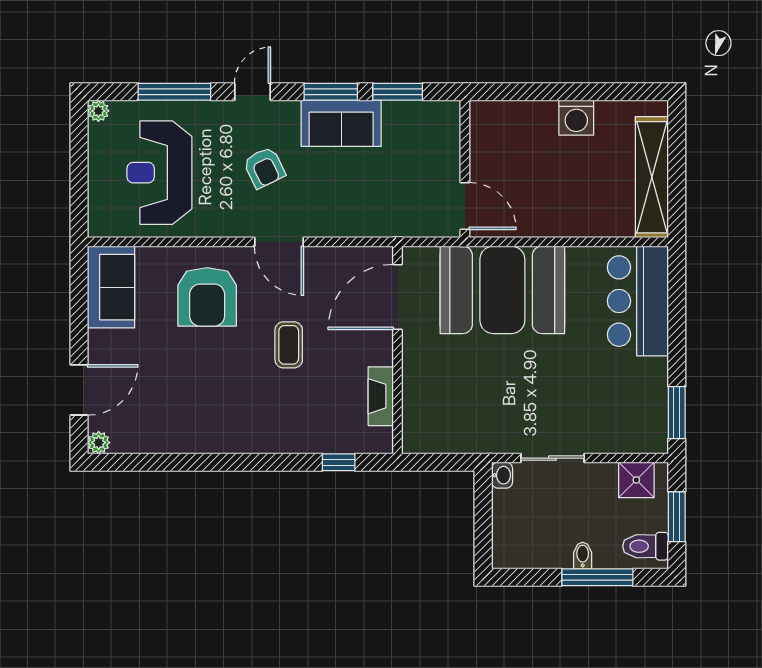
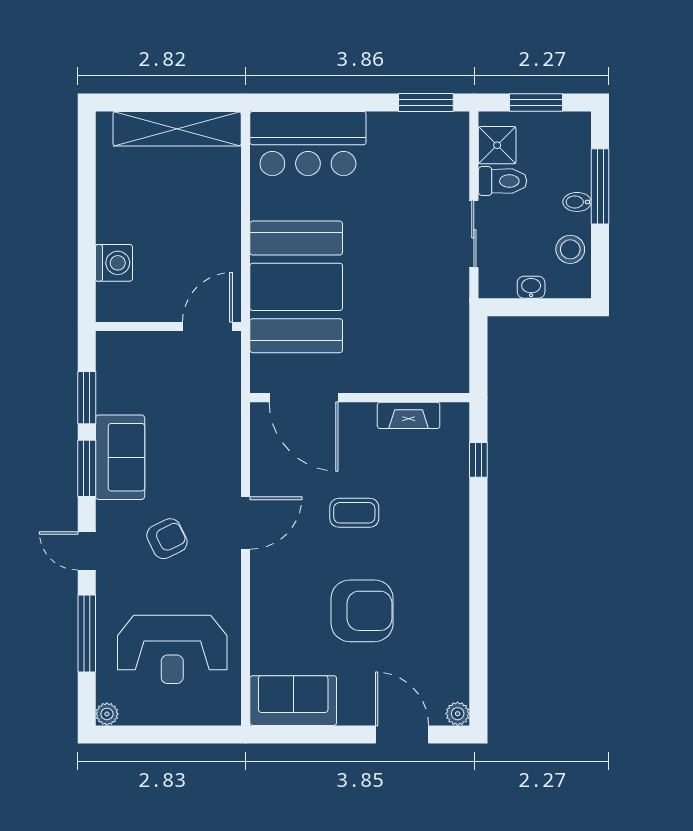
washing machine: (576, 118) -> (114, 263), moved
armchair: (207, 297) -> (362, 611), moved
washbasin: (502, 475) -> (531, 287), moved
toilet: (646, 546) -> (503, 181), moved, turned -90
stool: (538, 549) -> (570, 249), added

